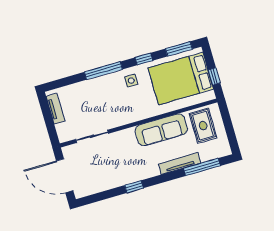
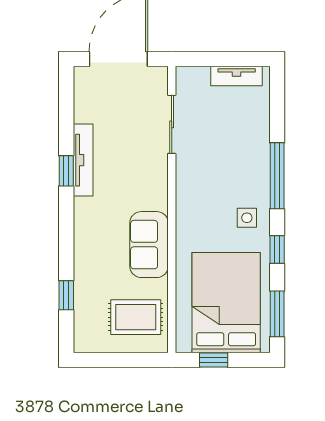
sofa: (161, 130) -> (149, 245), width x0.73
tv unit: (180, 164) -> (83, 160), moved
window: (202, 167) -> (66, 295), width x0.46

